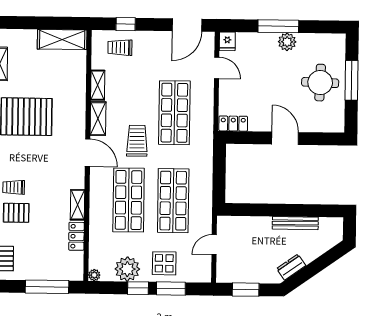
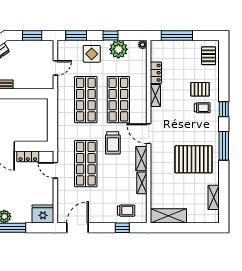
fridge: (227, 41) -> (43, 214), width x1.88, depth x1.34
door: (217, 68) -> (55, 170), moved
locker: (233, 124) -> (28, 156), moved
window: (171, 289) -> (76, 36), moved

